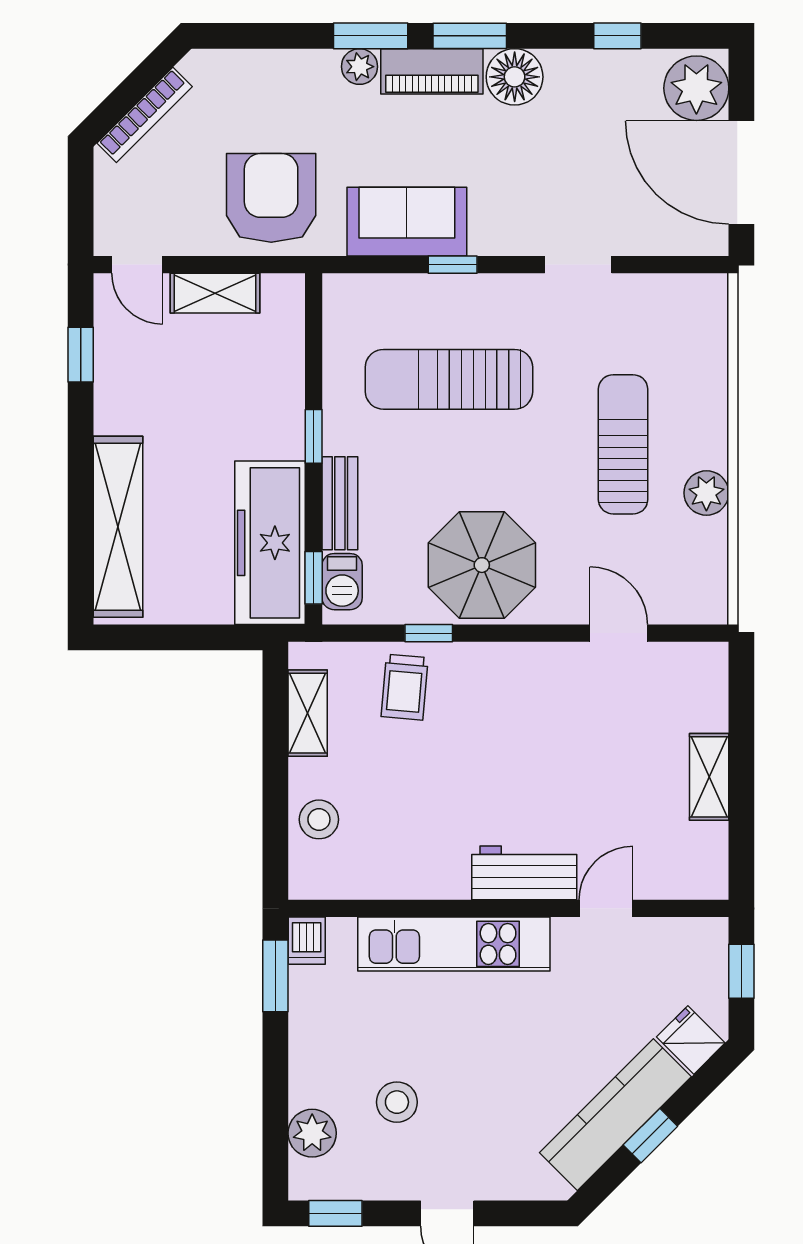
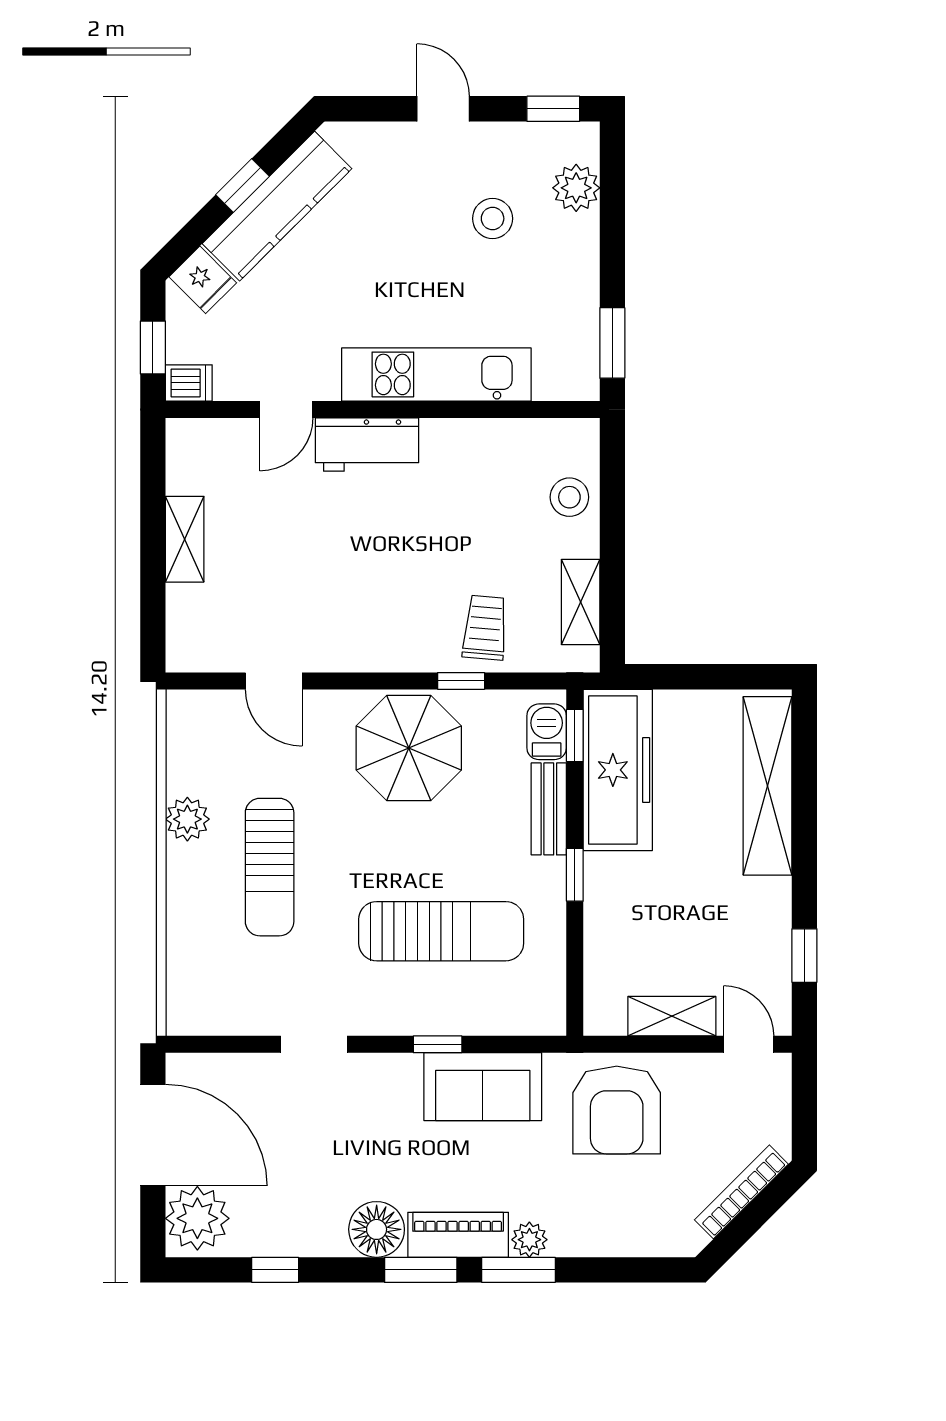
dishwasher: (307, 941) -> (189, 383), moved, turned 90

